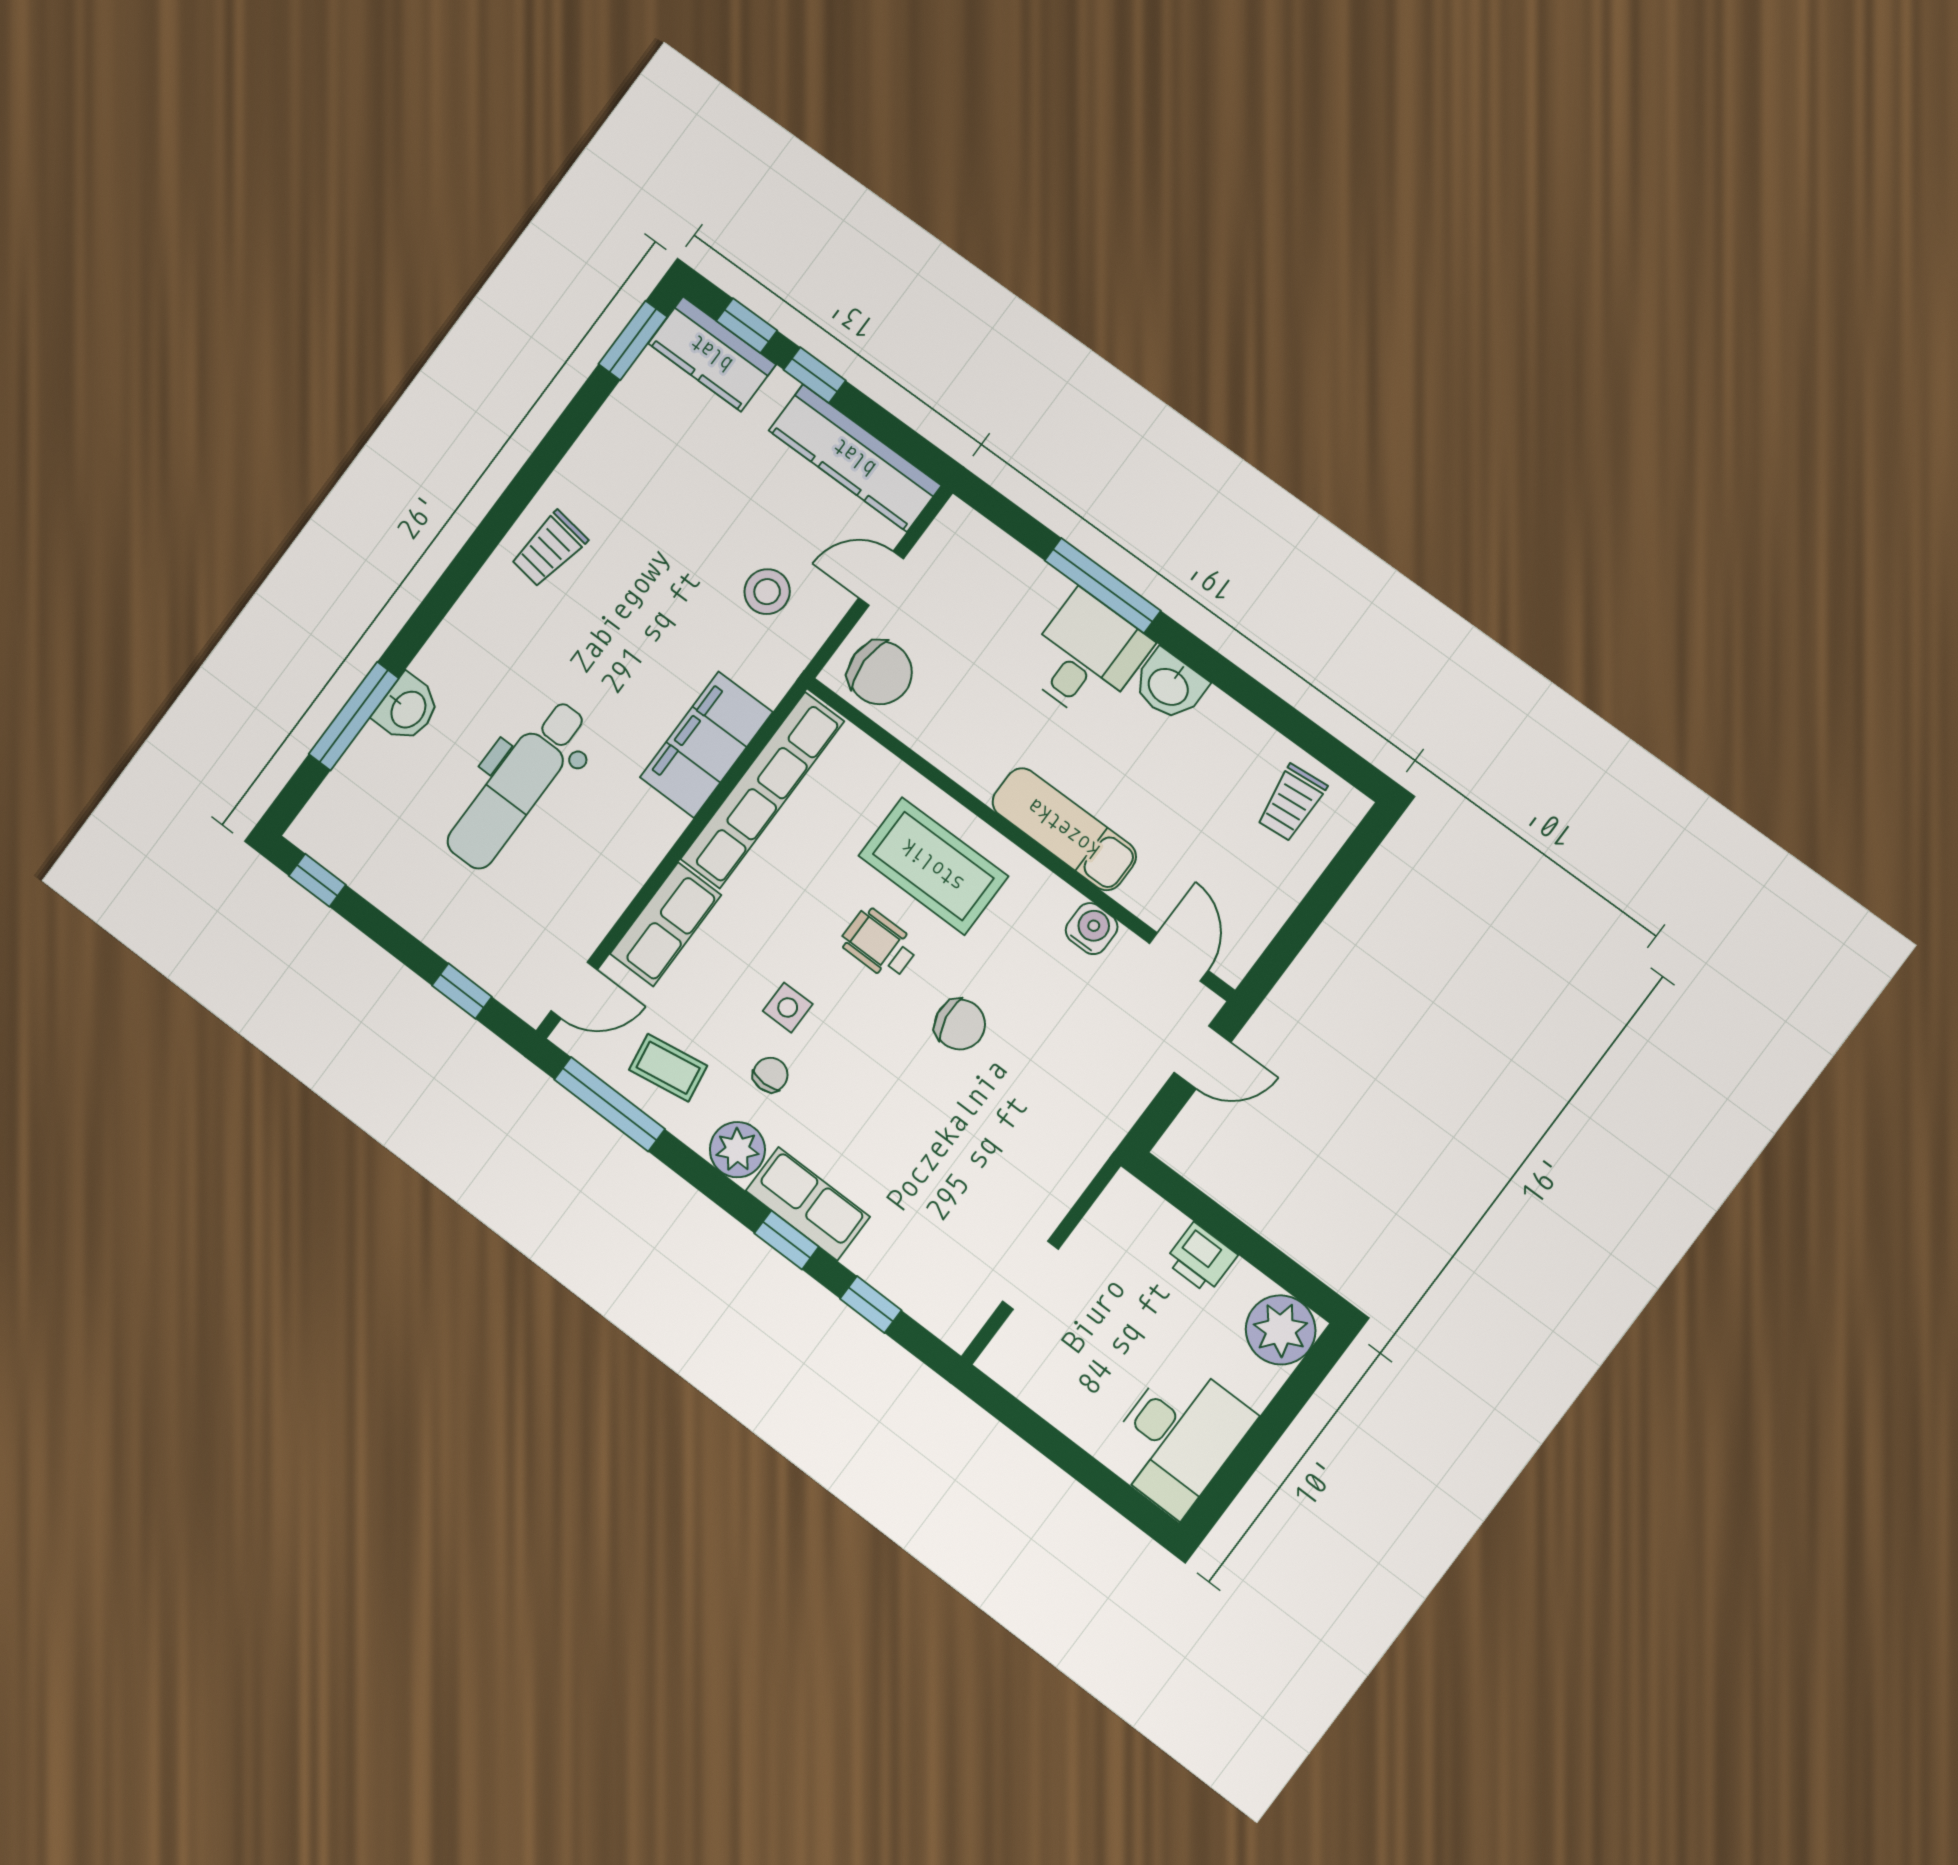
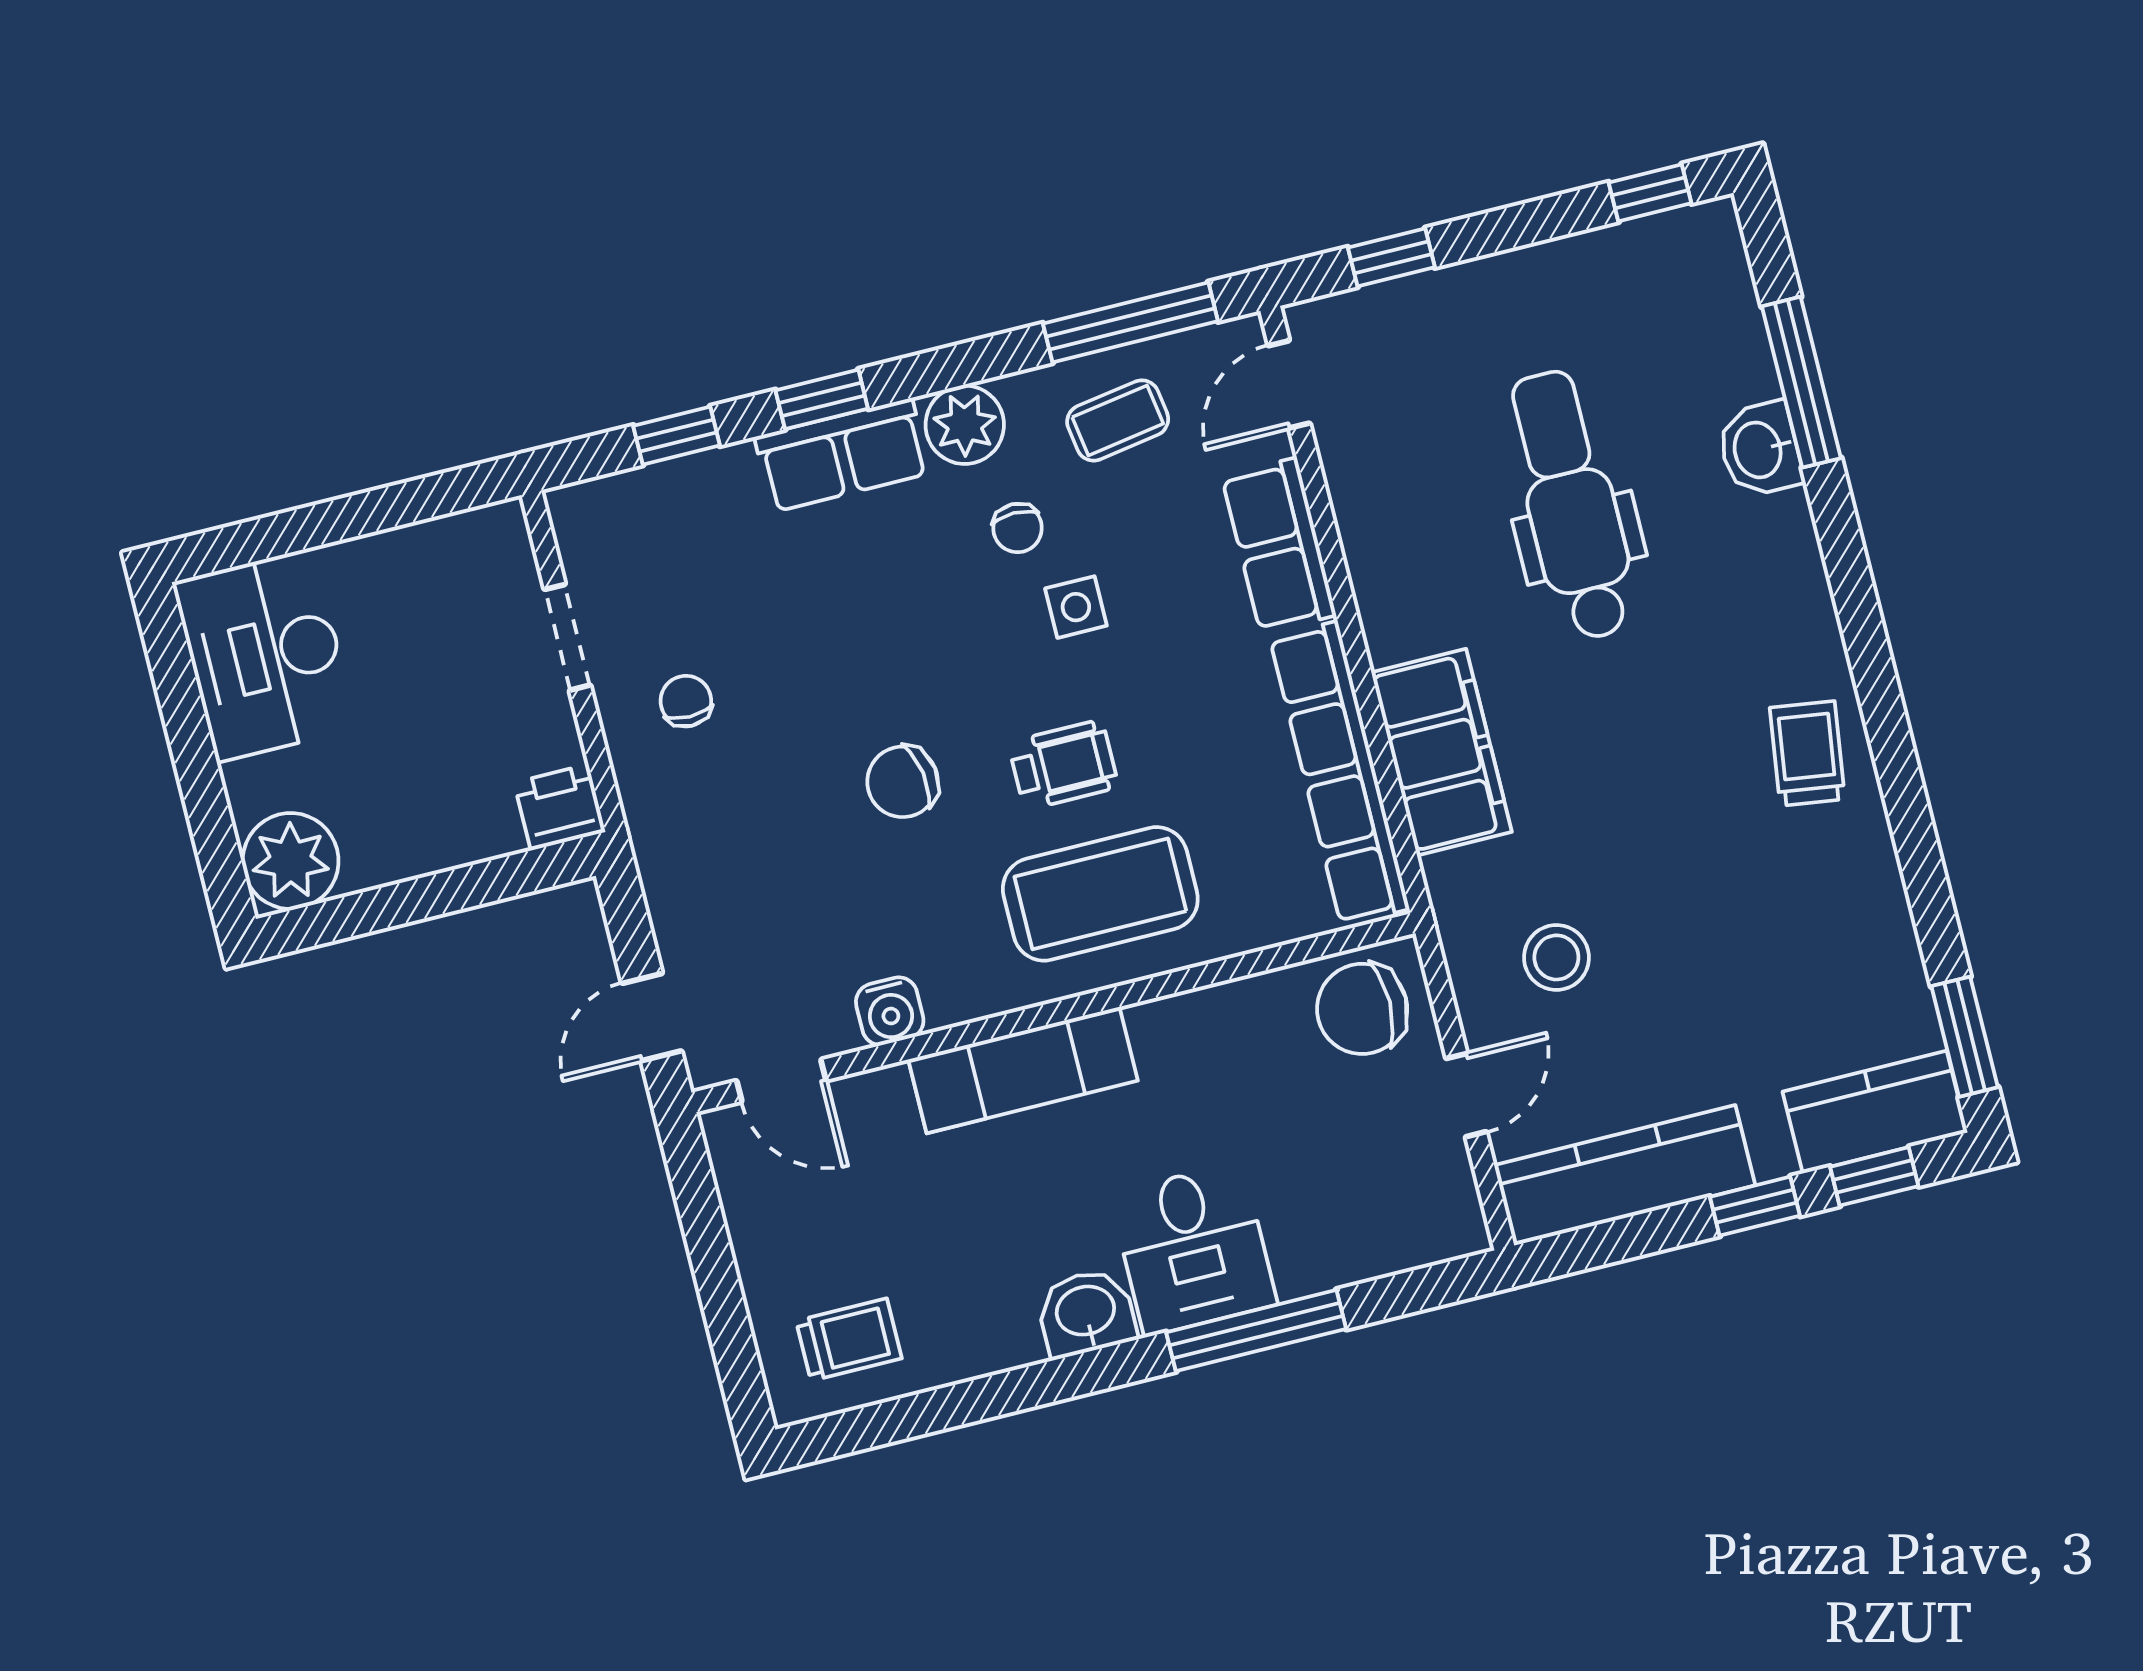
trolley: (1291, 803) -> (849, 1340), turned 95
chair: (1012, 1180) -> (686, 701), added
printer: (1201, 1258) -> (560, 807), moved

